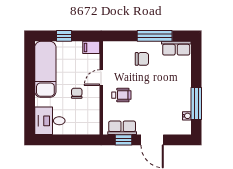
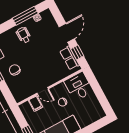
filing cabinet: (91, 47) -> (36, 104), moved
wheelchair: (121, 95) -> (24, 35), moved
desk: (50, 121) -> (79, 86), moved, turned 180

